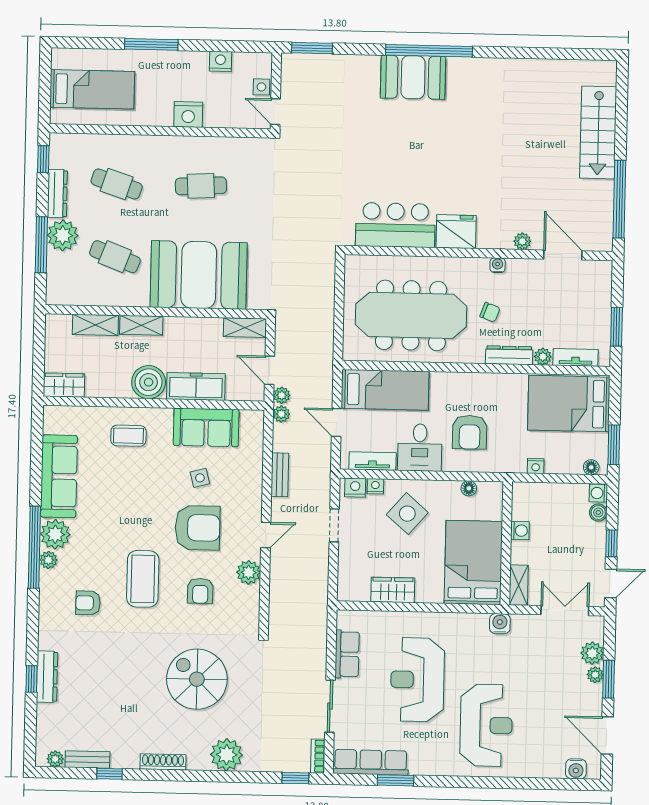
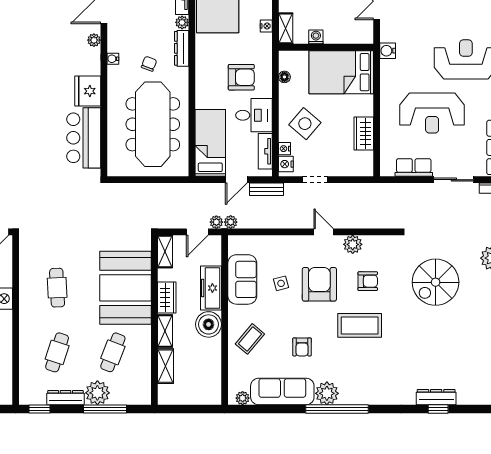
wardrobe: (64, 385) -> (167, 298), moved, turned 180
coffee table: (128, 436) -> (250, 339), turned 40
bench: (280, 475) -> (266, 189), moved
plant: (48, 560) -> (243, 398), moved
shelving: (519, 585) -> (286, 28), moved, turned 90
armchair: (88, 603) -> (302, 347), moved

